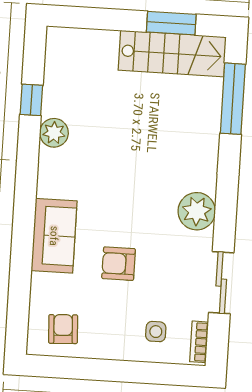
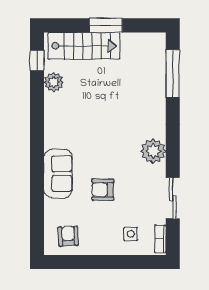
window: (171, 23) -> (106, 25), moved
stairs: (172, 54) -> (84, 46), moved
window: (31, 100) -> (37, 60), moved
plant: (54, 133) -> (54, 82), moved

